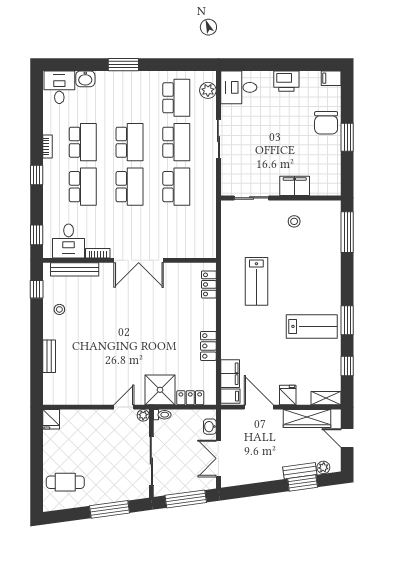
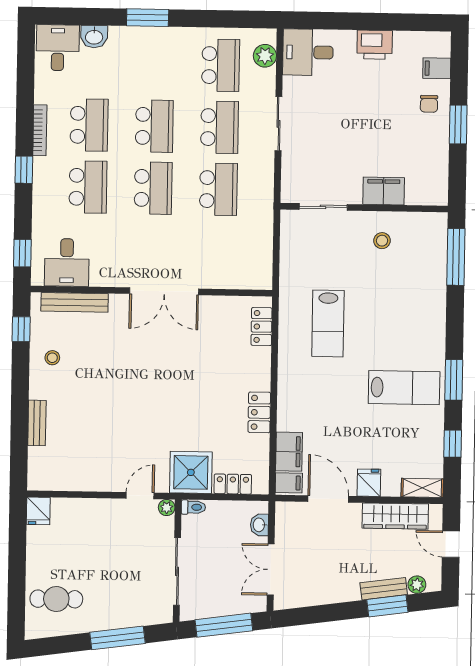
filing cabinet: (331, 78) -> (437, 68), moved
chair: (326, 123) -> (429, 104), width x0.54, depth x0.54
bookcase: (48, 147) -> (40, 130), width x1.56
bookcase: (98, 253) -> (107, 280), removed

